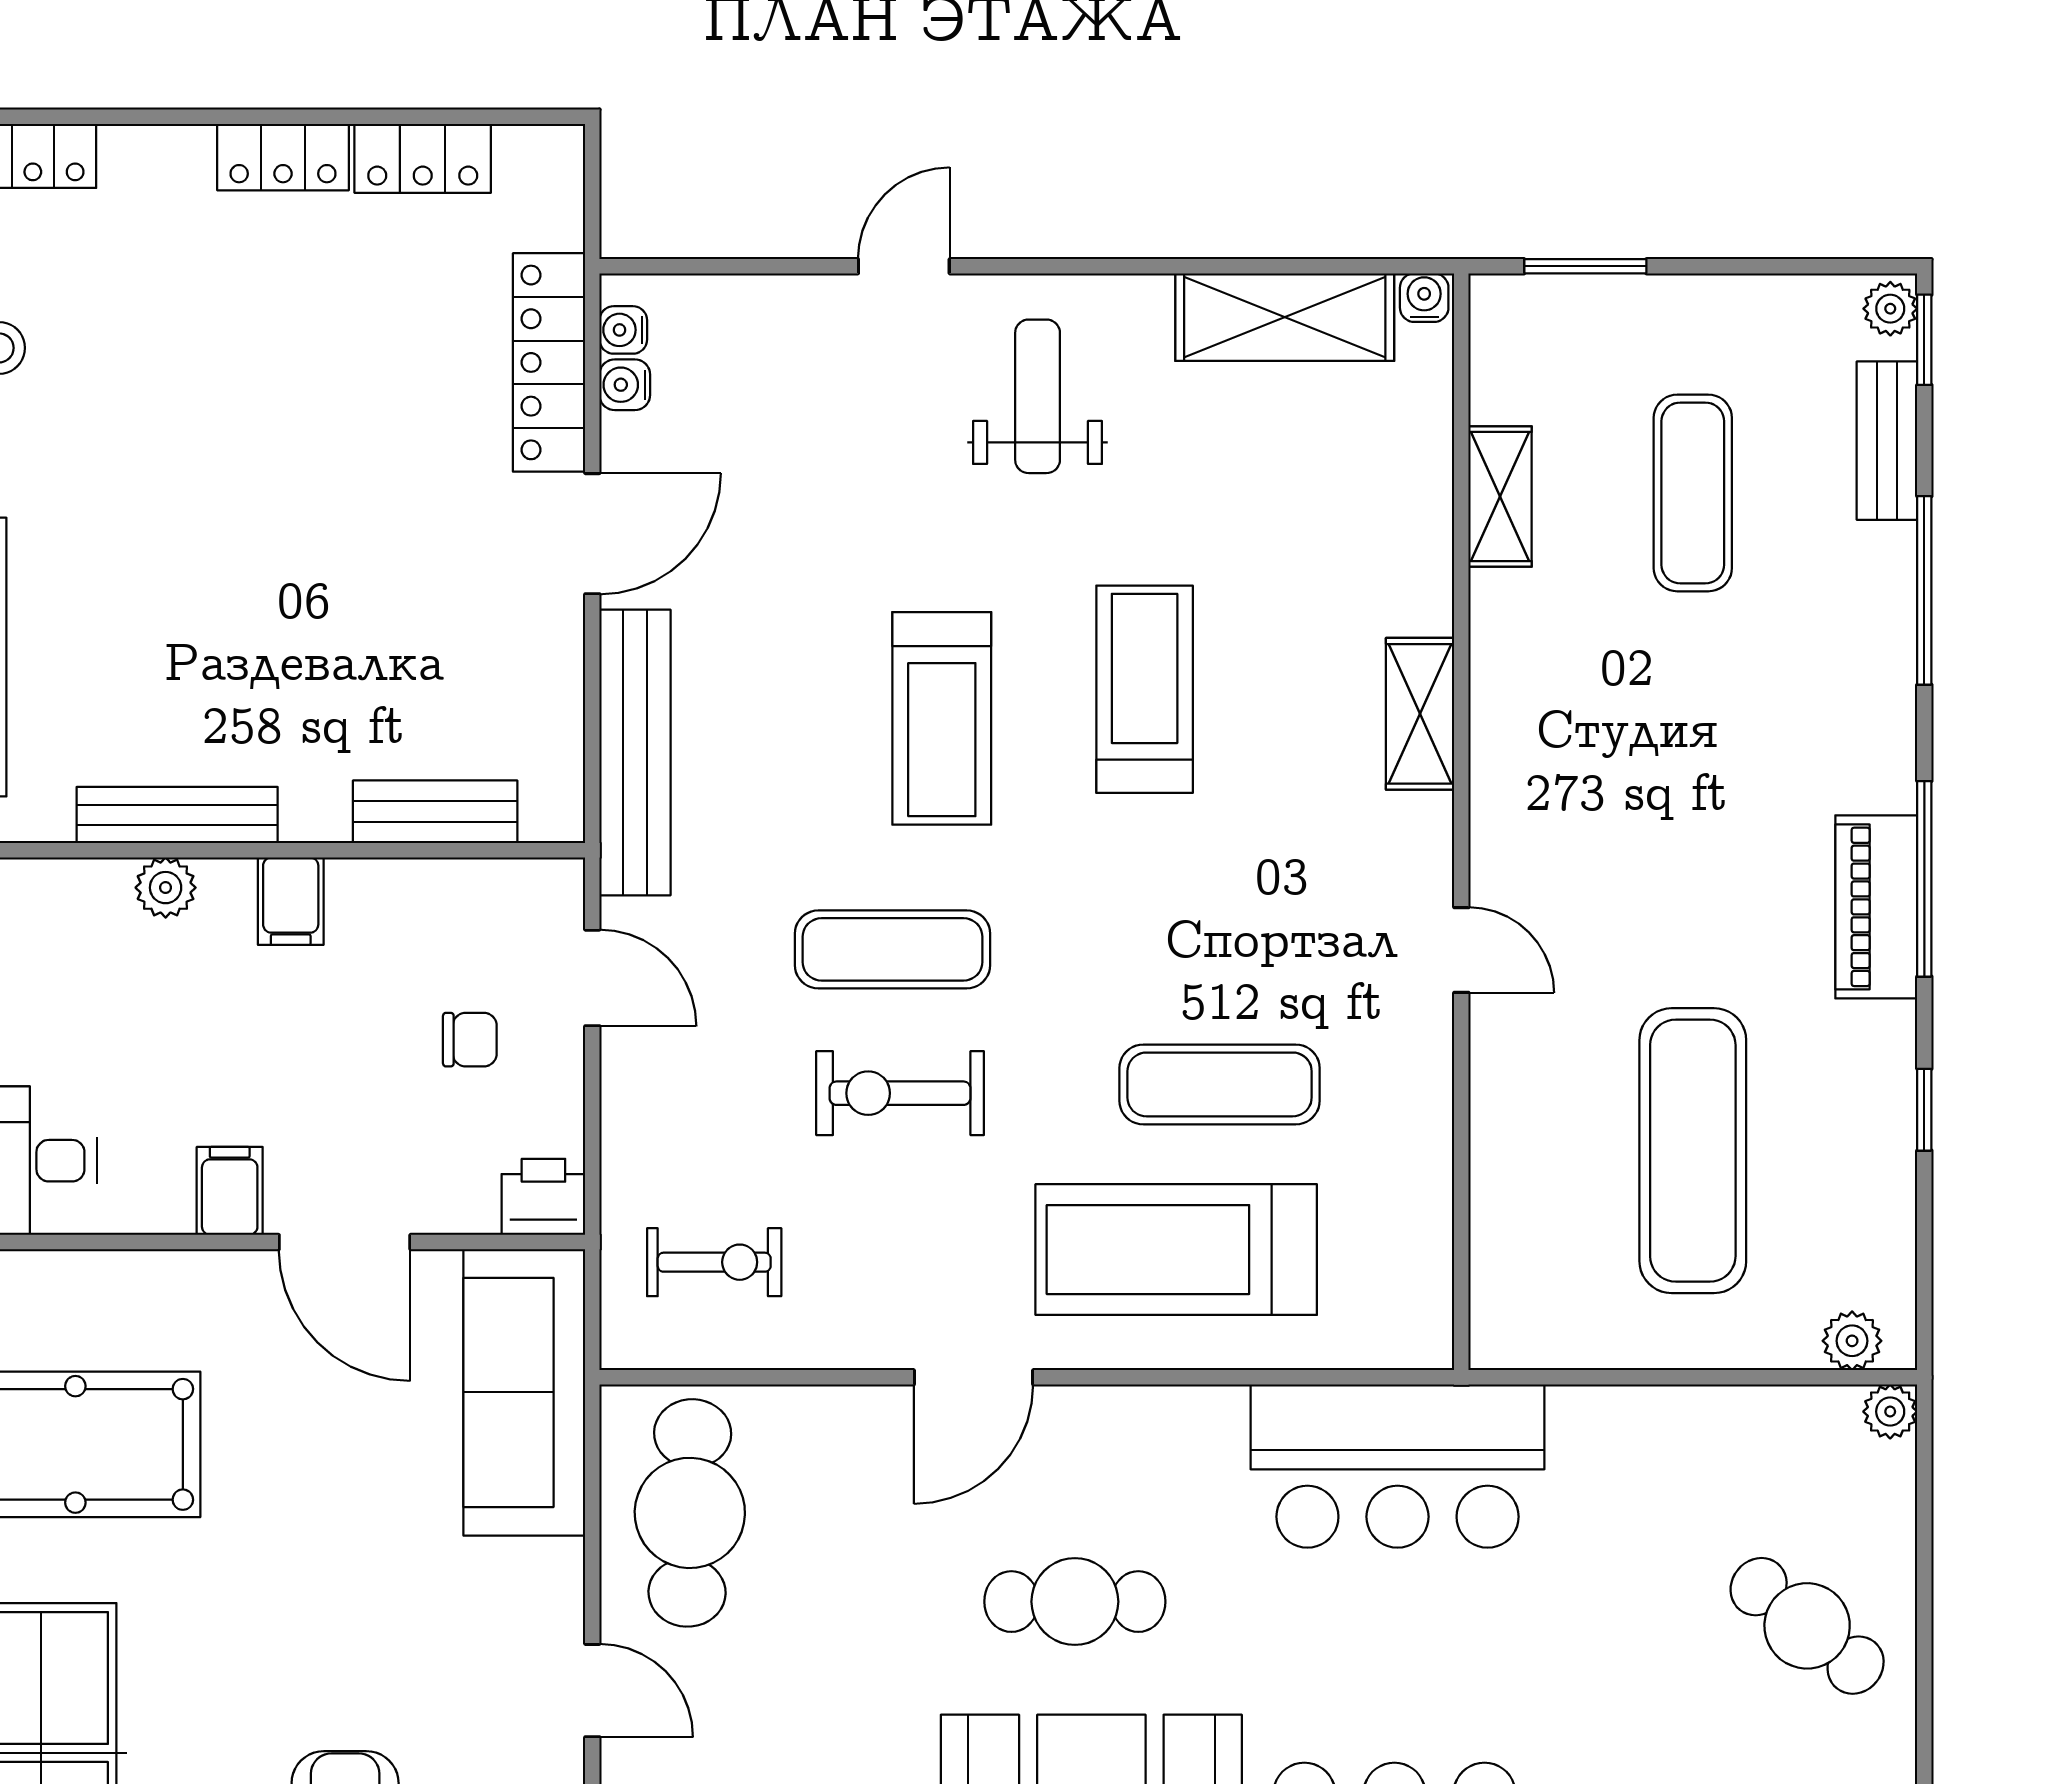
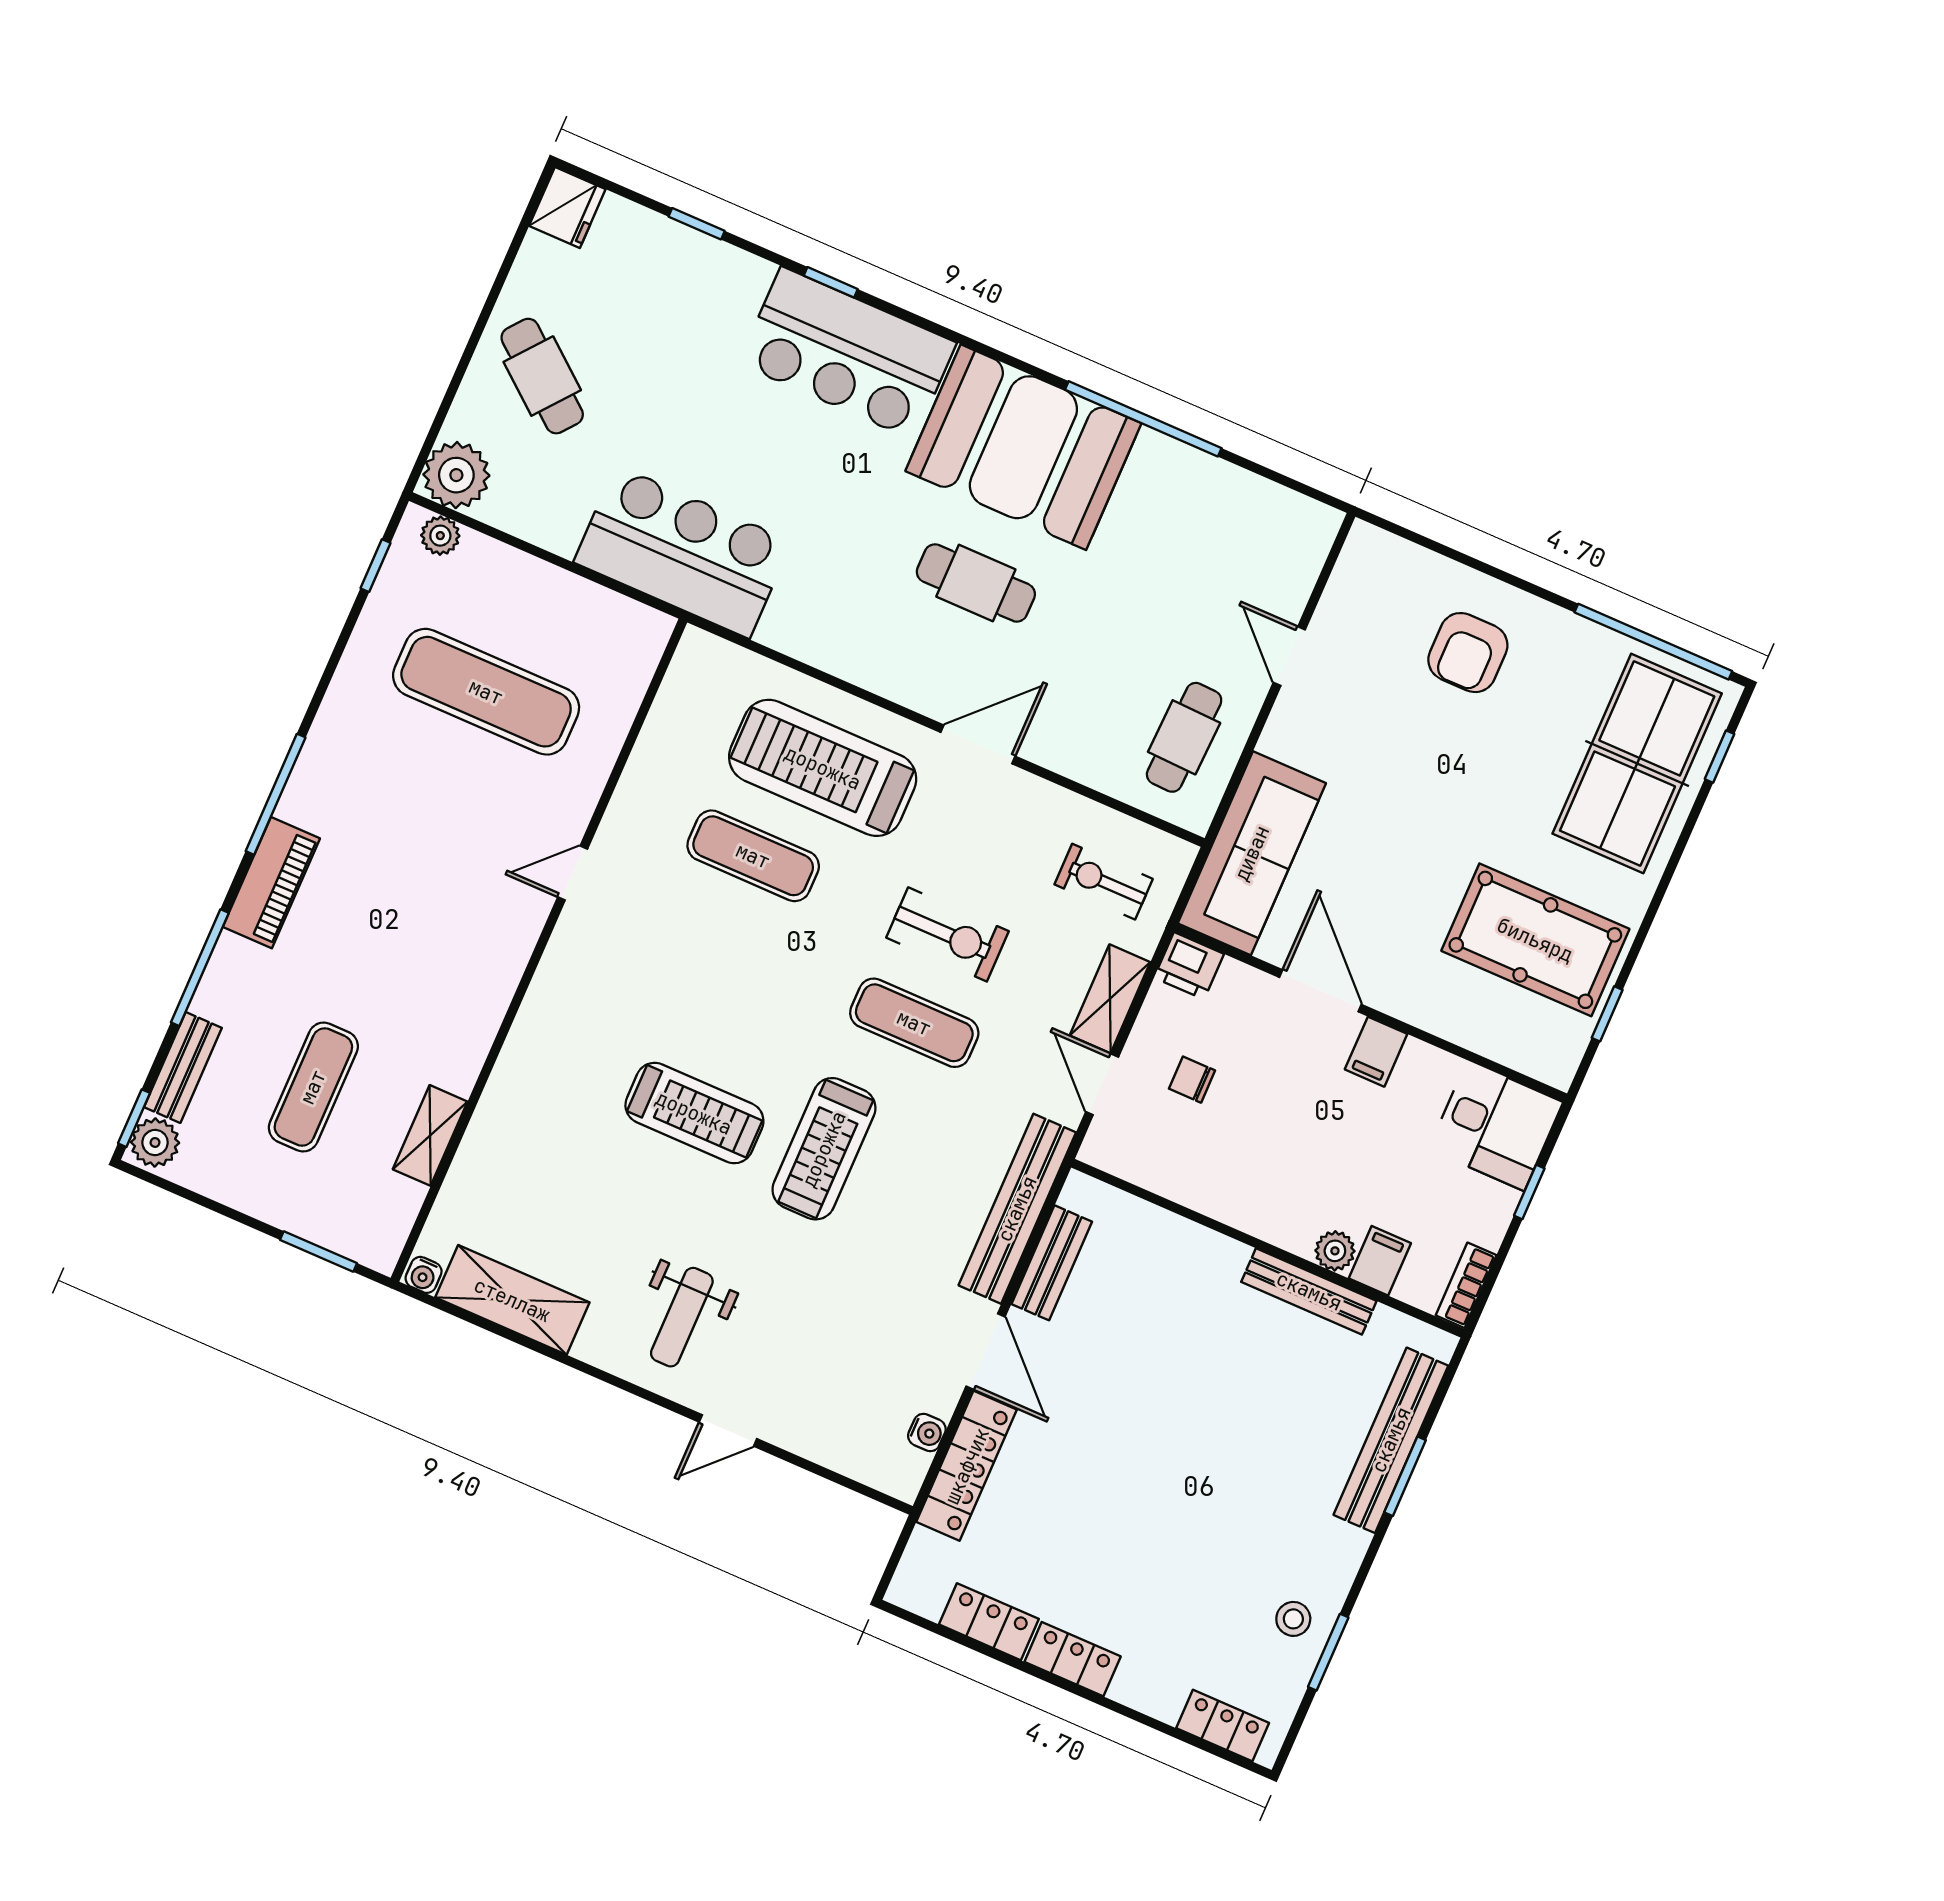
plant: (1890, 309) -> (155, 1142), width x1.38, depth x1.38
water cooler: (623, 330) -> (913, 1466), removed
door: (592, 534) -> (985, 1351), swing flipped
treadmill: (1145, 689) -> (694, 1113), turned -90
shelving: (1420, 714) -> (1110, 999), moved
treadmill: (942, 718) -> (824, 1149), turned 180
bench: (435, 812) -> (1052, 1263), moved, turned 90
filing cabinet: (291, 901) -> (1380, 1261), moved
piano: (1876, 907) -> (271, 883), moved
door: (1461, 950) -> (573, 873), hinge flipped
window: (1924, 1110) -> (376, 566), moved
exercise mat: (1693, 1151) -> (486, 692), turned 90
treadmill: (1176, 1250) -> (823, 768), turned 180
plant: (1890, 1412) -> (456, 475), width x1.87, depth x1.87
bar counter: (1397, 1466) -> (683, 552), moved
cafe table: (690, 1513) -> (1184, 737), width x0.73, depth x0.74

